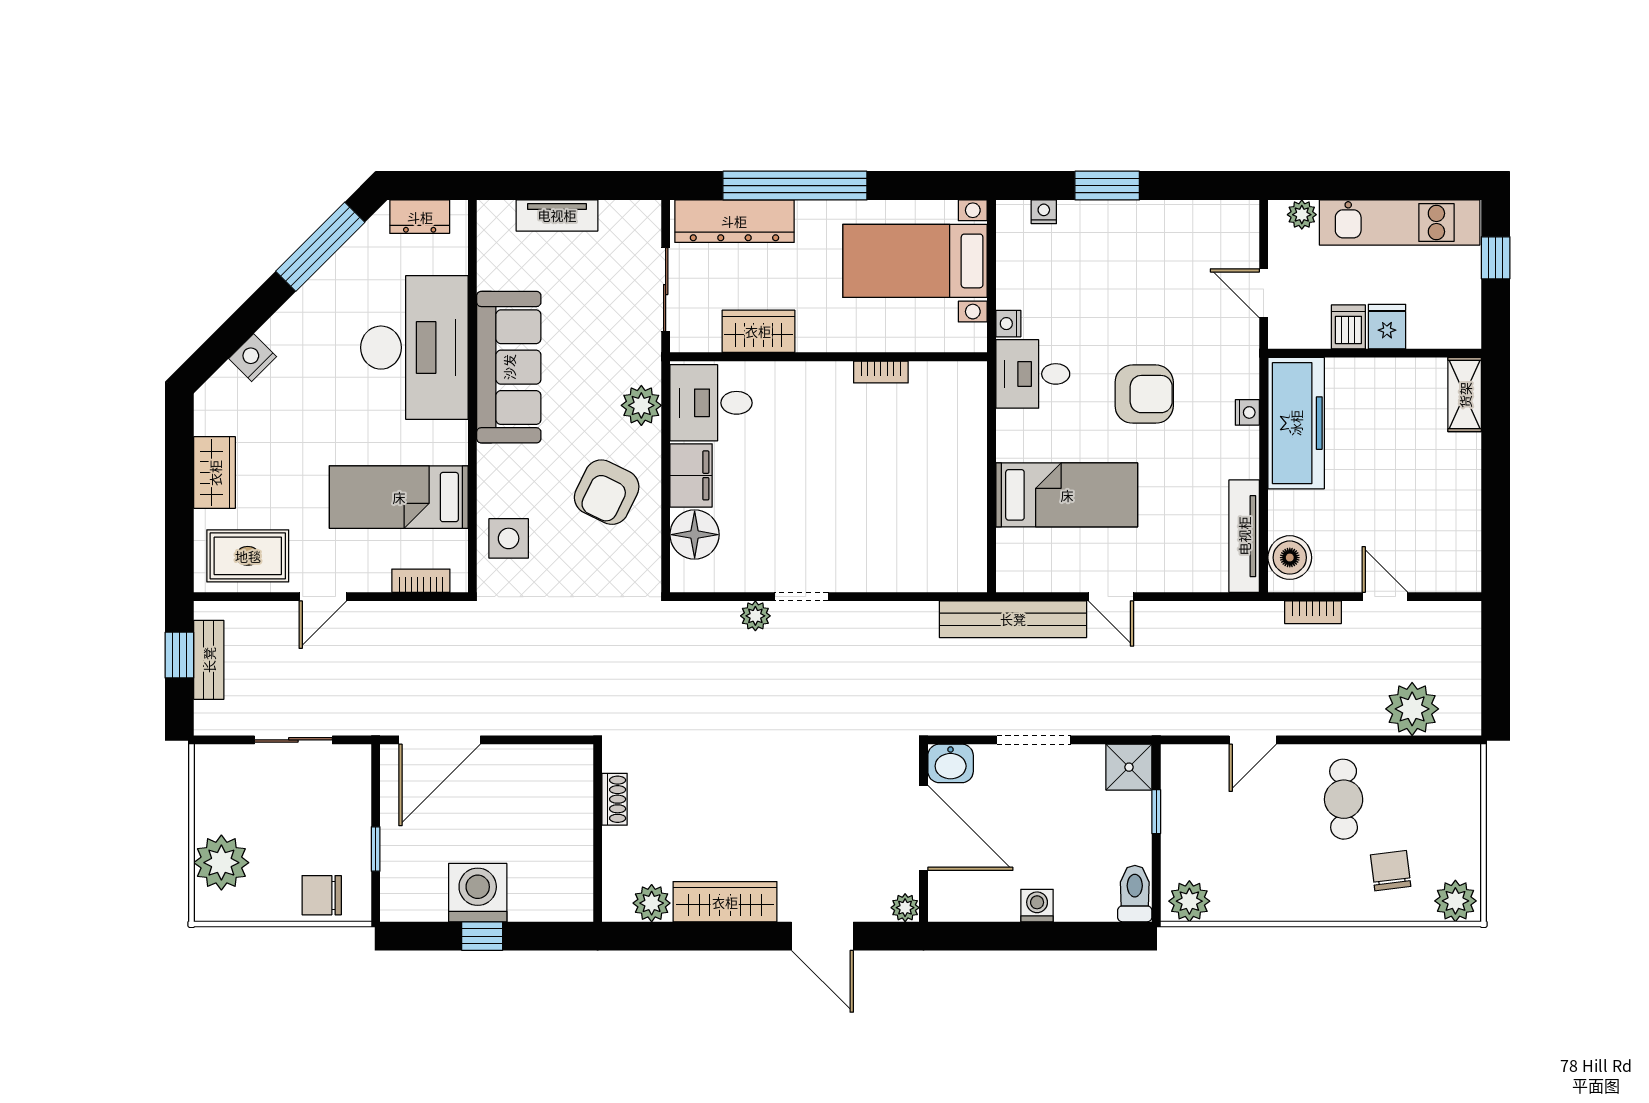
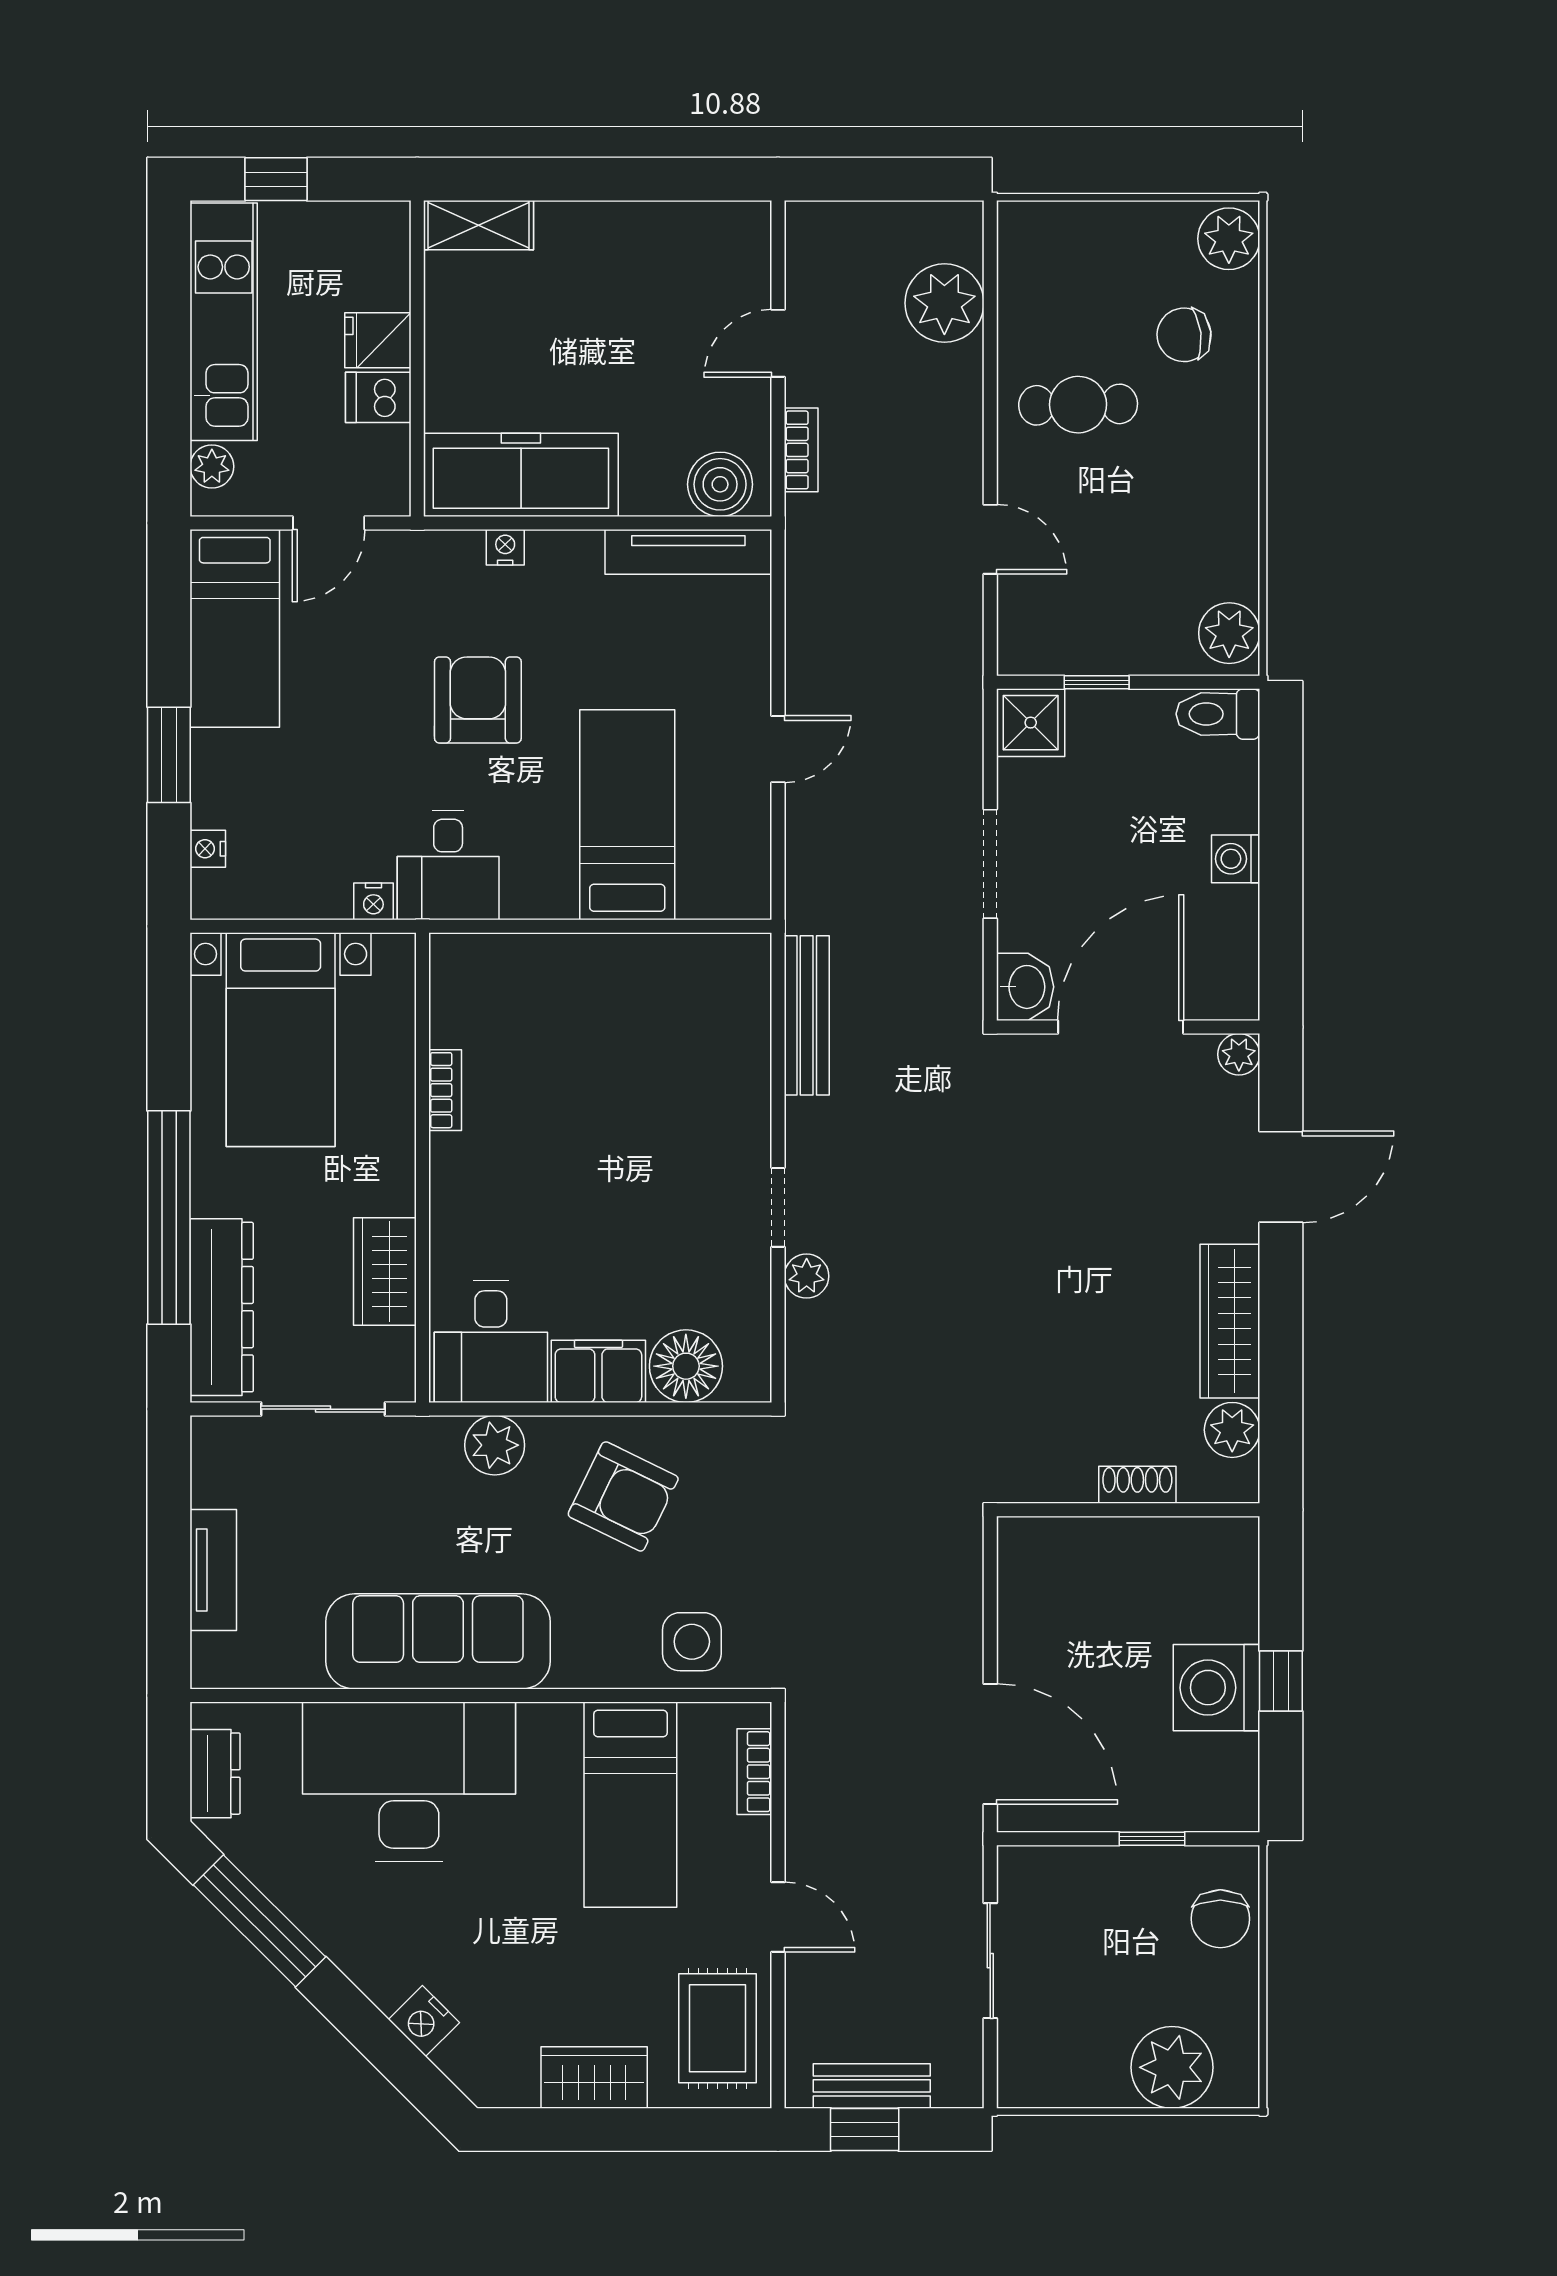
bed: (1192, 230) -> (235, 628), added
bench: (1013, 619) -> (807, 1015), moved, width x0.73, depth x0.82
shoe rack: (615, 799) -> (1137, 1485), moved

